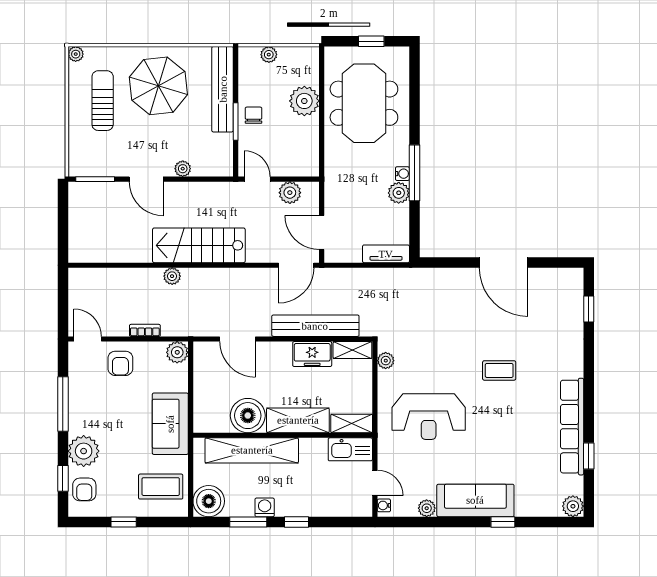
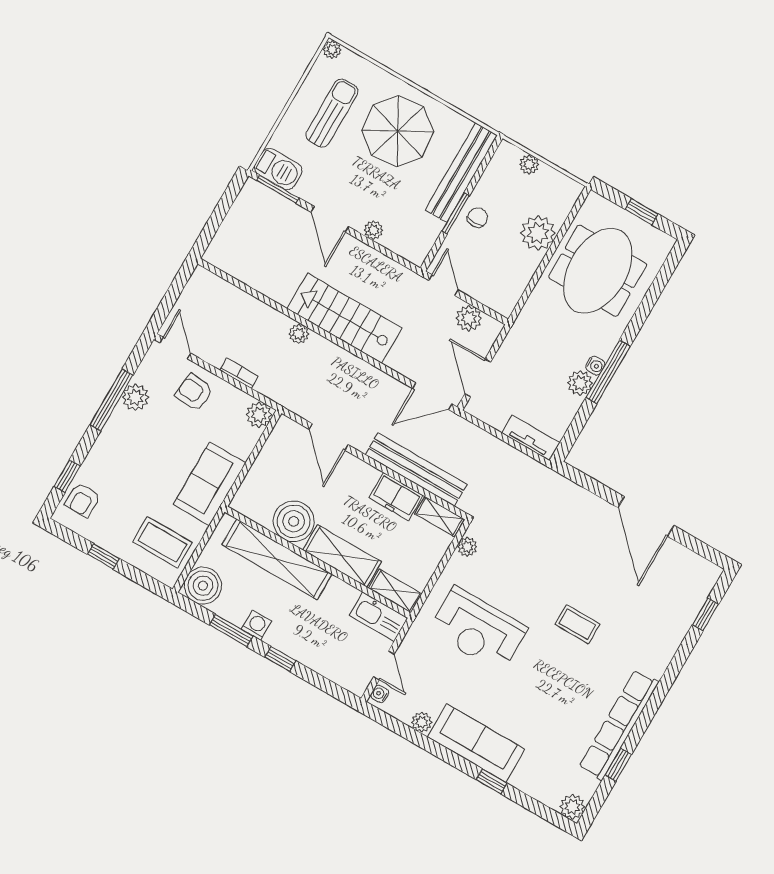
barbecue: (87, 164) -> (278, 169), added
armchair: (120, 363) -> (194, 392), turned 95
plant: (84, 451) -> (135, 397), moved, width x0.73, depth x0.73

